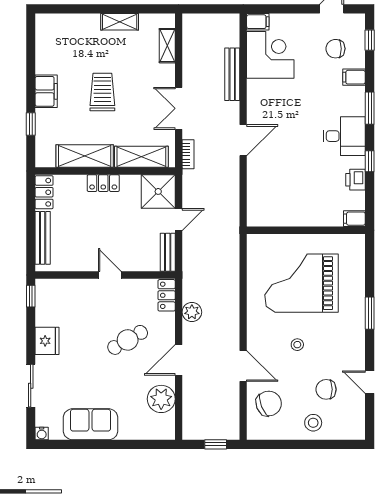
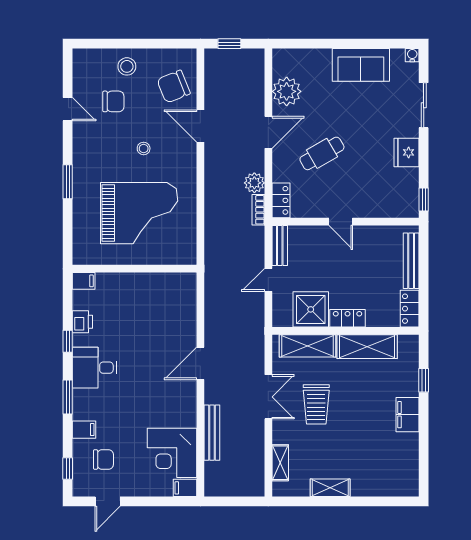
trolley: (102, 92) -> (316, 404), moved
bookcase: (188, 154) -> (258, 210), moved
shower: (158, 191) -> (311, 309), moved

